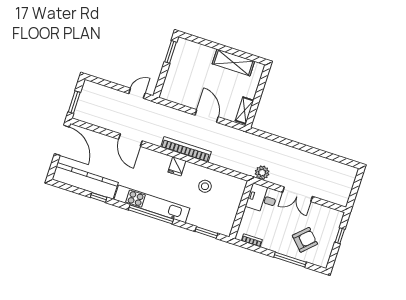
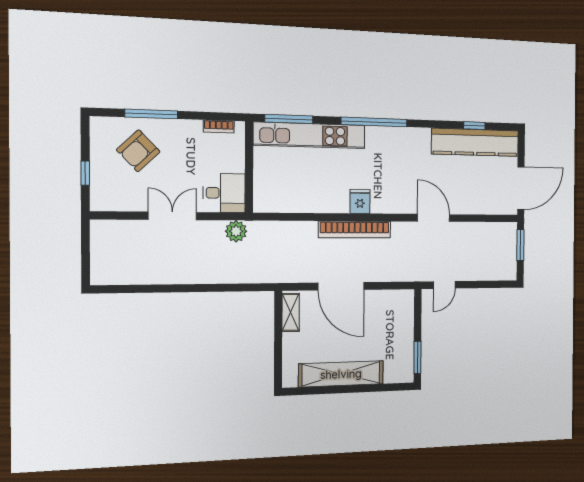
shelving: (233, 63) -> (341, 374), width x1.47
door: (207, 116) -> (341, 286), width x1.36
door: (62, 140) -> (521, 188), swing flipped
stool: (205, 186) -> (312, 185), removed
window: (99, 197) -> (474, 126), moved
kitchen unit: (152, 204) -> (310, 135), moved
window: (206, 232) -> (289, 119), width x1.44

